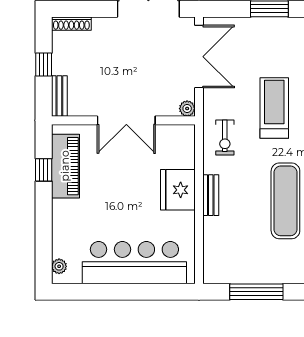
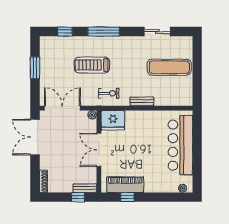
window: (44, 64) -> (78, 197), moved
double door: (126, 120) -> (99, 150), swing flipped
fridge: (178, 190) -> (113, 120), moved
exercise mat: (285, 201) -> (169, 67), moved
window: (256, 292) -> (197, 75), removed

